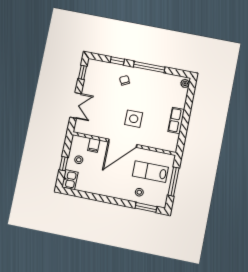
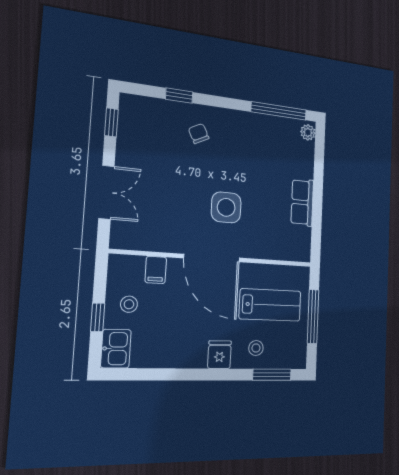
window: (149, 67) -> (279, 111), moved
door: (123, 143) -> (212, 258), hinge flipped
lab bench: (150, 172) -> (270, 305), turned 180
fridge: (120, 192) -> (220, 355), added

